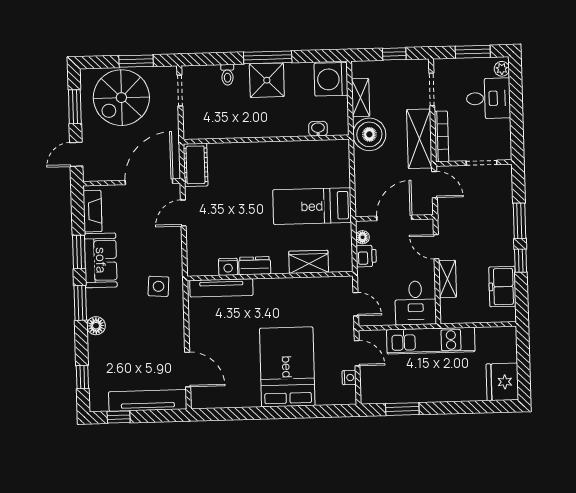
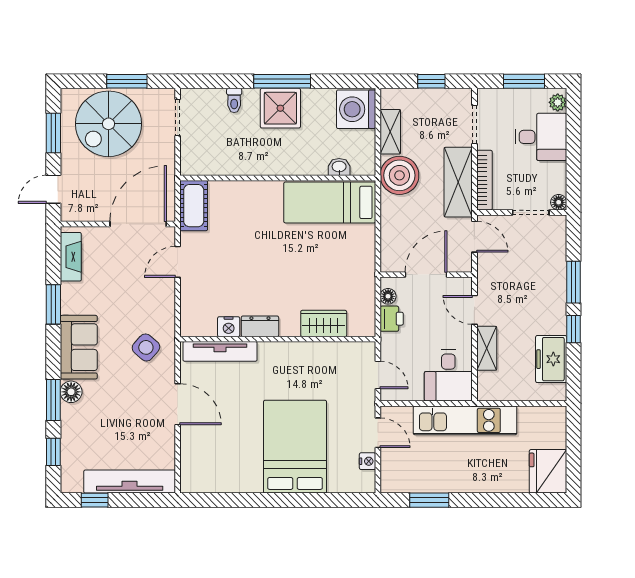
floor lamp: (505, 153) -> (559, 202), added
bed: (312, 206) -> (330, 202), moved
sofa: (101, 260) -> (79, 347), moved
side table: (158, 286) -> (146, 347), turned 37
window: (80, 303) -> (53, 400), moved
door: (188, 369) -> (178, 404), moved

